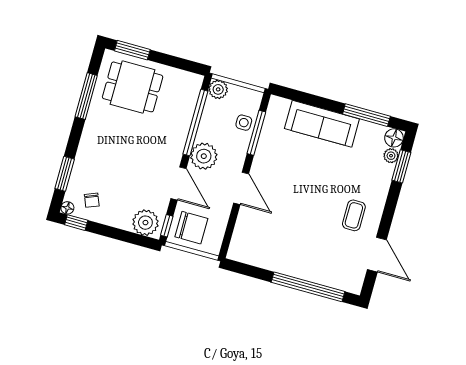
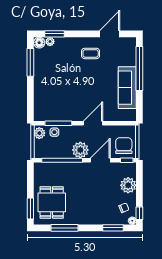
plant: (218, 89) -> (39, 133), moved
sofa: (322, 124) -> (127, 88), moved, turned 180
plant: (145, 223) -> (128, 185), moved

